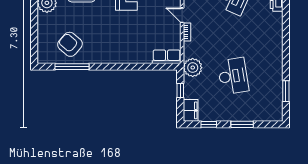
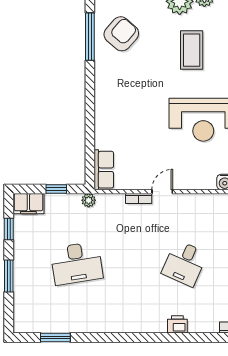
plant: (193, 68) -> (89, 200), width x0.53, depth x0.53

